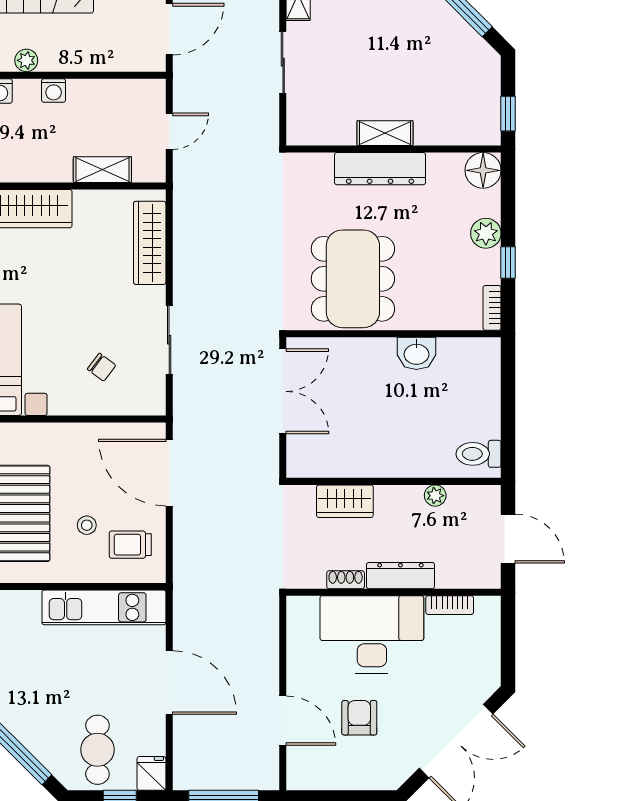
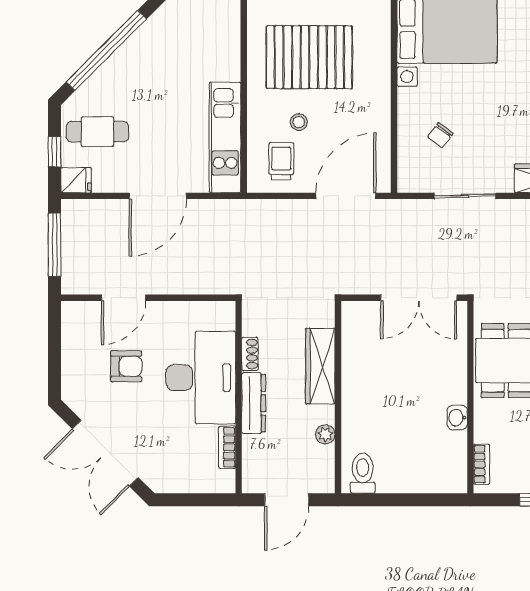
bookcase: (492, 308) -> (481, 464), moved, turned 90
washbasin: (416, 353) -> (457, 418), width x0.72, depth x0.69
wardrobe: (345, 501) -> (320, 366), width x1.50

